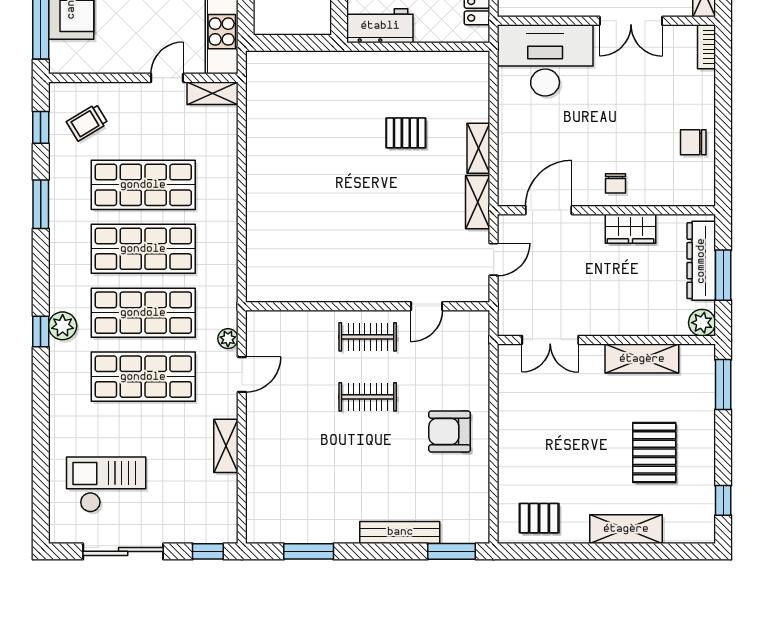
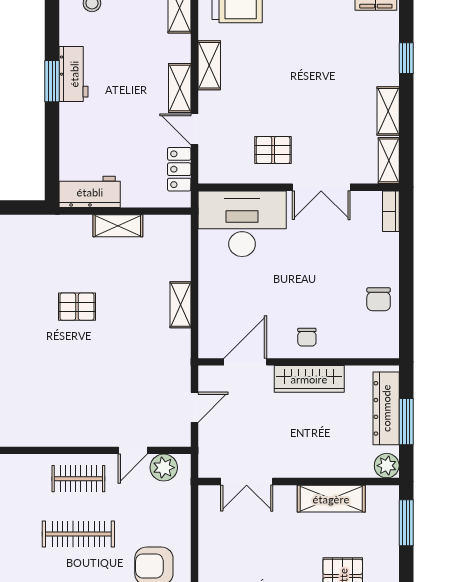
pallet: (406, 133) -> (77, 307), moved
chair: (693, 142) -> (379, 299), turned -90
shelving: (478, 202) -> (118, 226), moved, turned 90
wardrobe: (631, 229) -> (309, 379), width x1.50
plant: (460, 325) -> (164, 468), added
clothes rail: (368, 397) -> (78, 534), width x1.36

